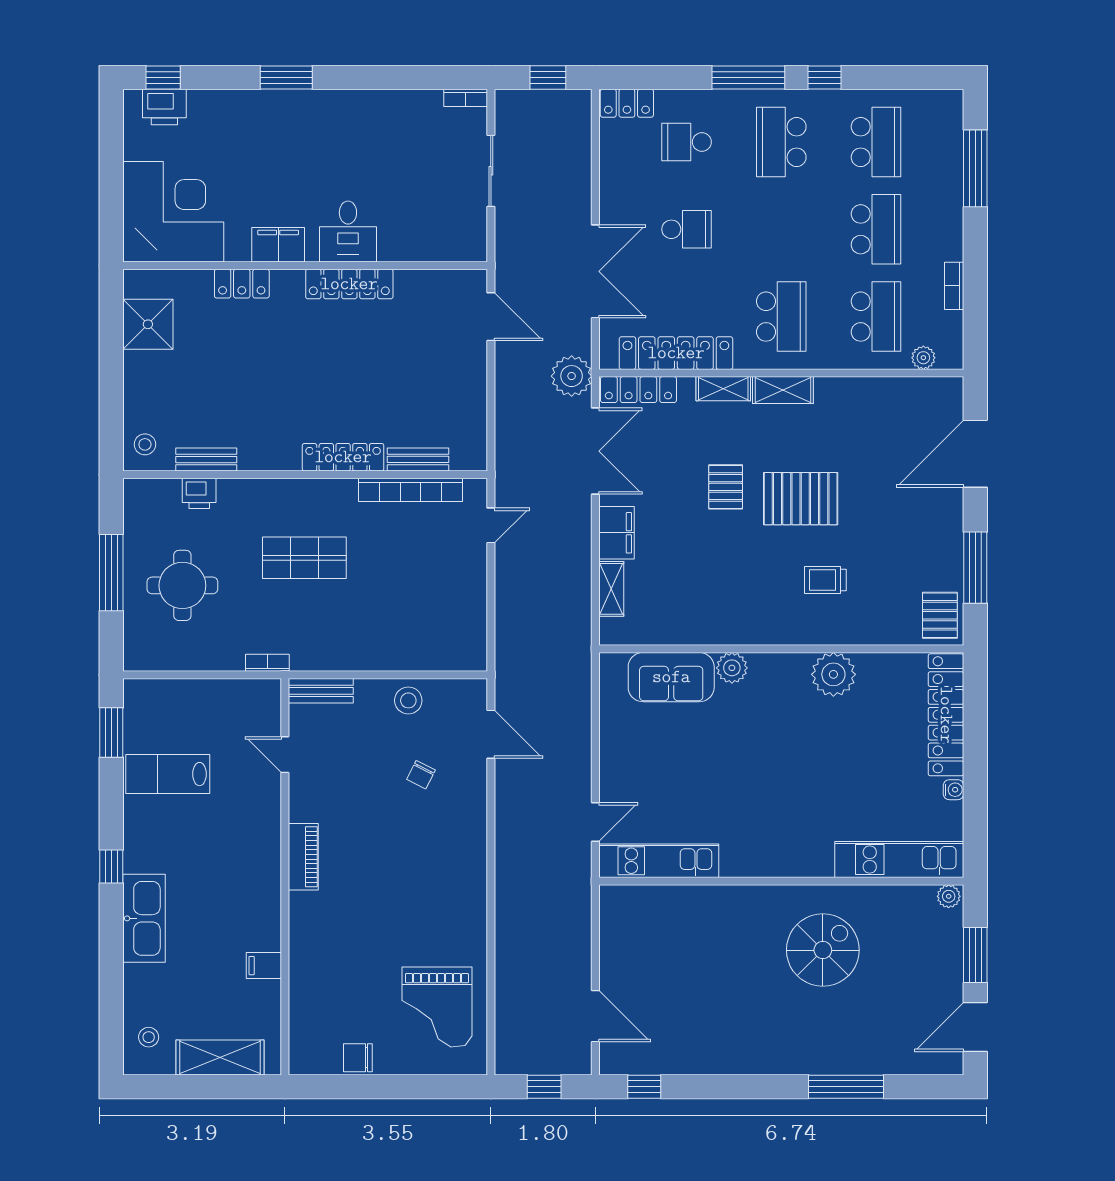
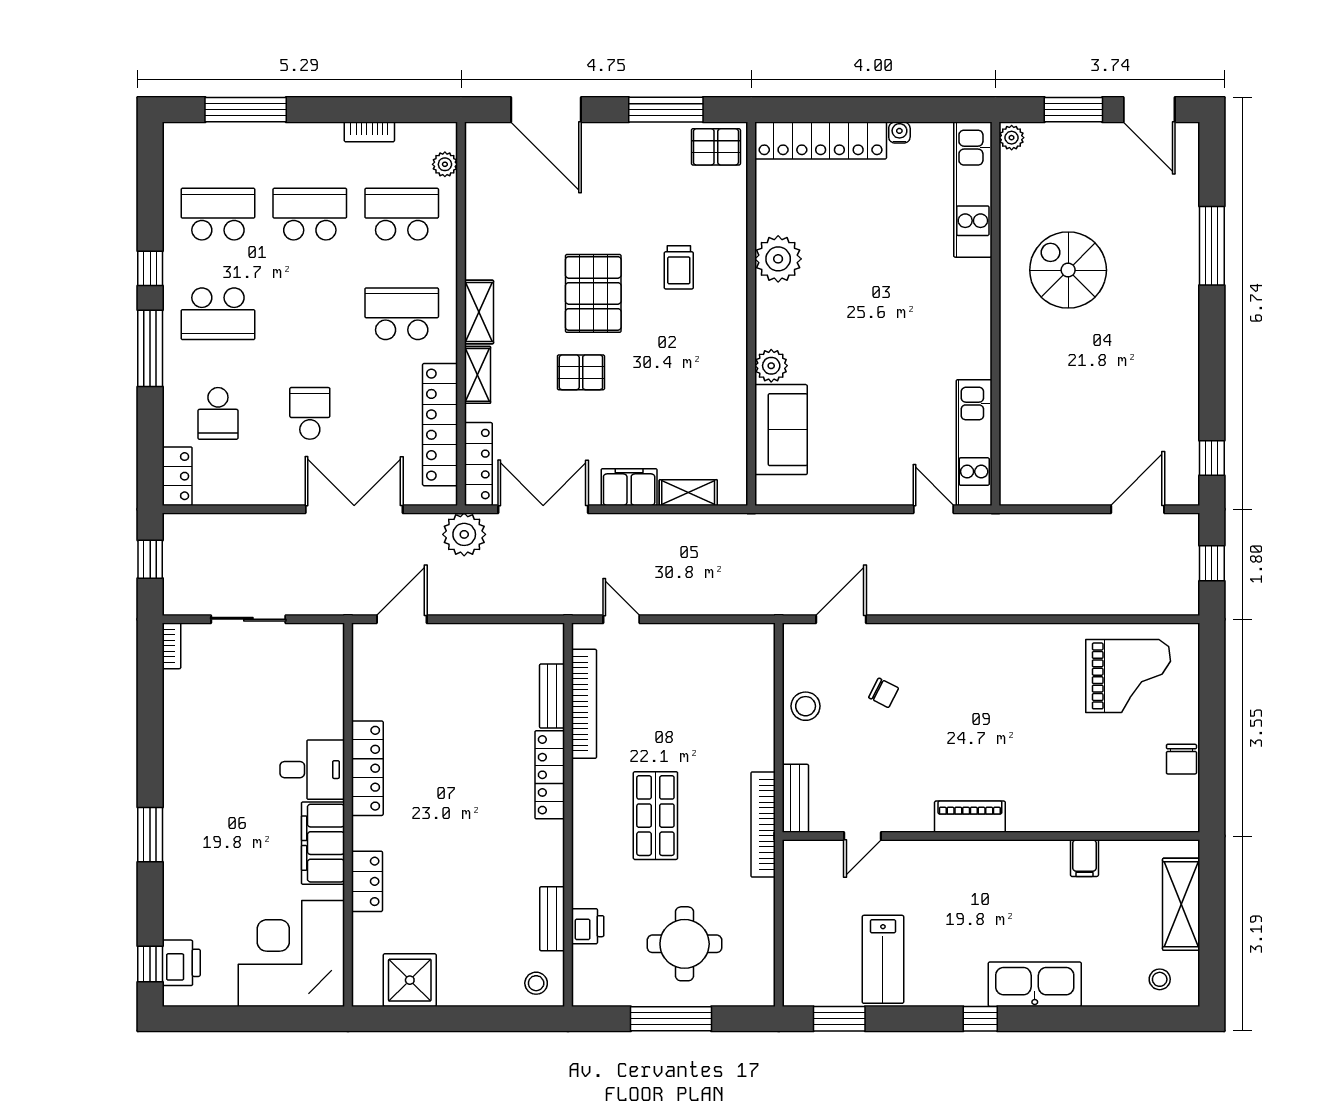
filing cabinet: (278, 245) -> (323, 843), width x1.50, depth x1.17
bookcase: (267, 663) -> (763, 824), width x2.31, depth x1.31

